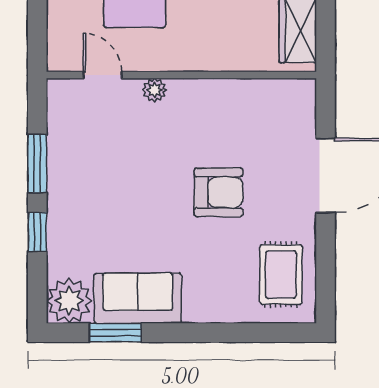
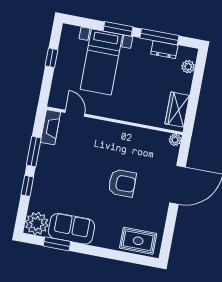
plant: (155, 90) -> (175, 140), moved
fireplace: (60, 111) -> (50, 127), added
rug: (281, 275) -> (138, 241), moved, turned 90

